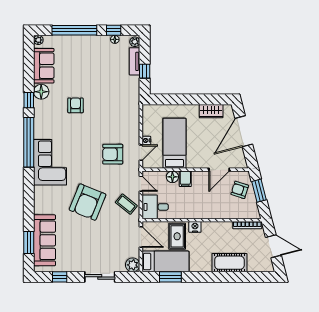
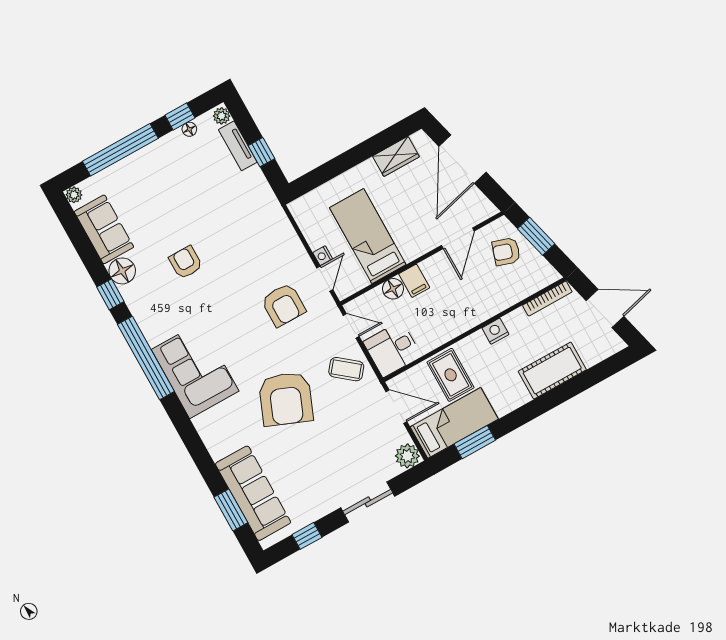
armchair: (113, 154) -> (283, 305), turned -90
nightstand: (195, 227) -> (495, 331), moved

